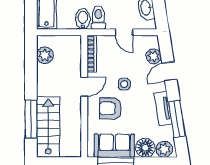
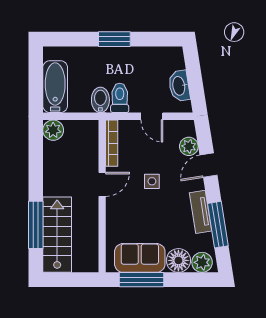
plant: (45, 55) -> (53, 130), moved
armchair: (110, 108) -> (135, 211), removed

